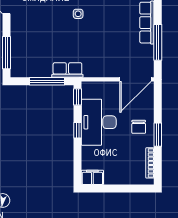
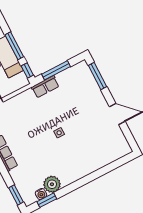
window: (78, 130) -> (14, 46), width x2.17

